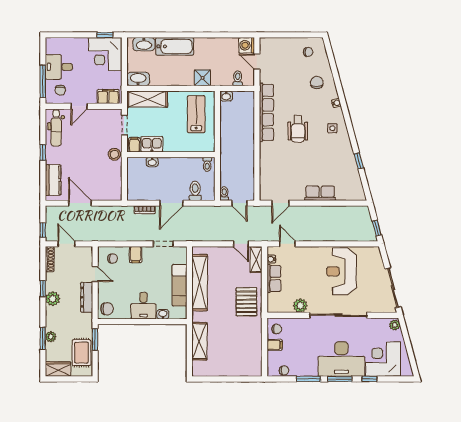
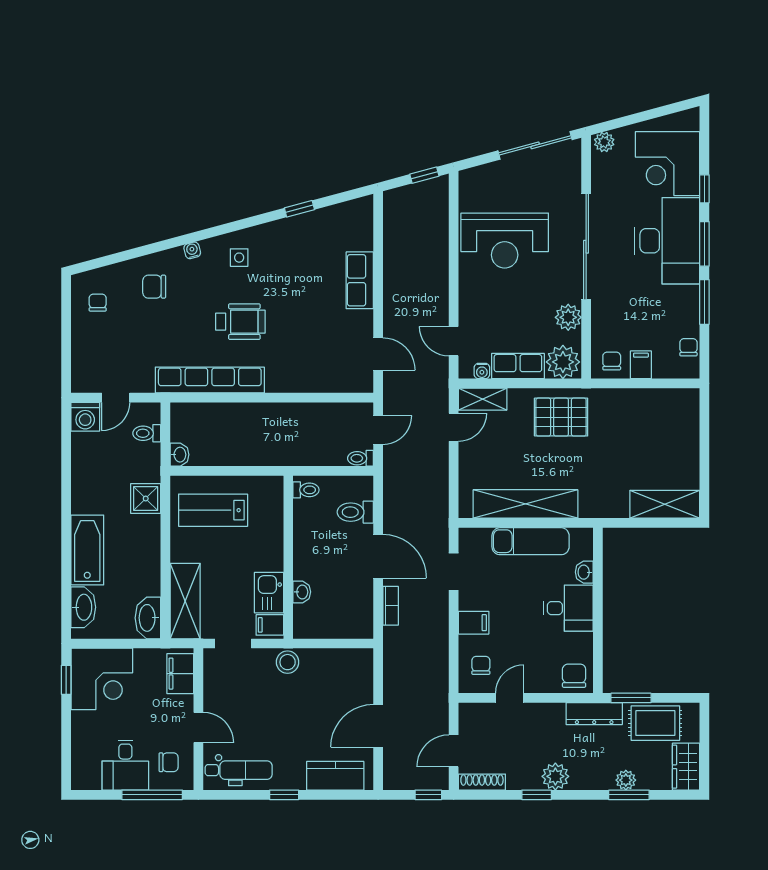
door: (287, 244) -> (454, 341), hinge flipped
dresser: (87, 297) -> (594, 714), moved
plant: (276, 303) -> (563, 362), added
shelving: (199, 341) -> (665, 504), moved

